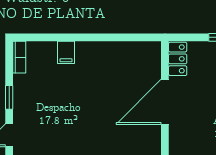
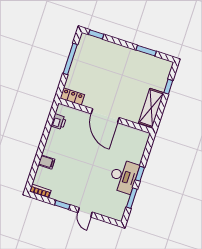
printer: (133, 51) -> (59, 122), added
door: (165, 102) -> (105, 116), moved

